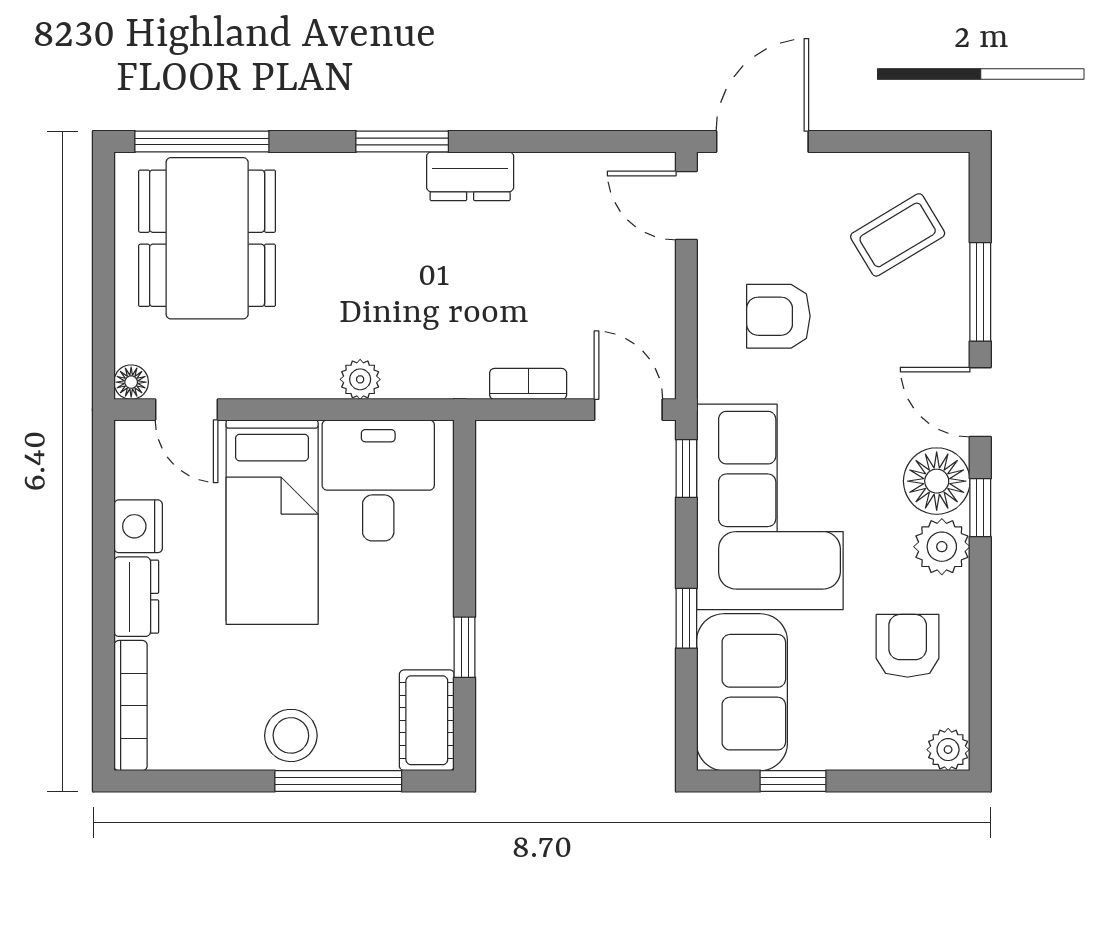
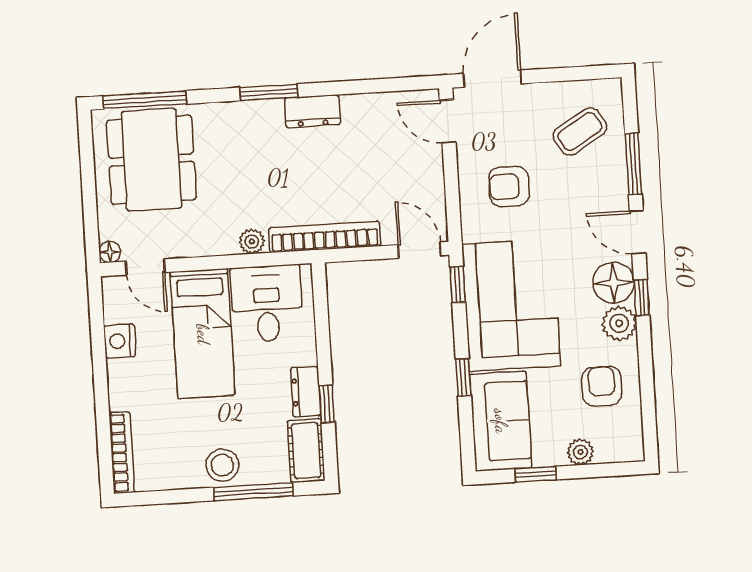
bookcase: (528, 384) -> (325, 237), width x2.31, depth x1.31
dresser: (136, 597) -> (306, 392), moved, turned 180
plant: (948, 750) -> (580, 452), moved

